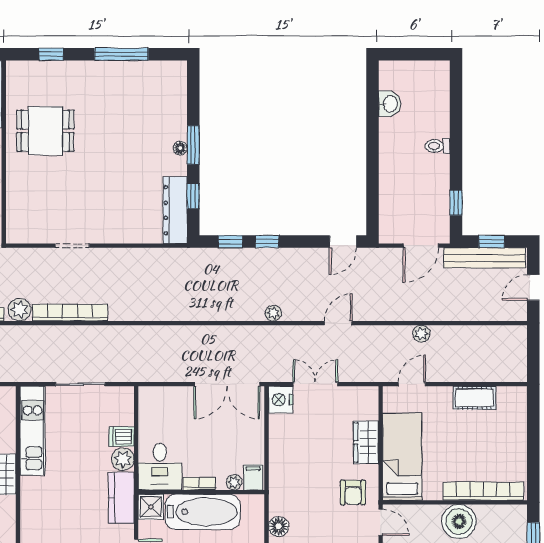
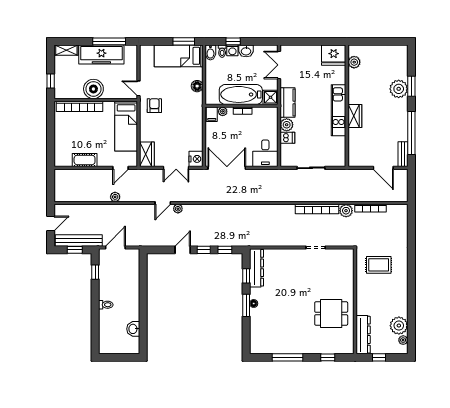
door: (343, 242) -> (183, 250), moved
plant: (273, 313) -> (178, 209), moved
kitchen unit: (33, 431) -> (339, 110), moved
wardrobe: (366, 442) -> (147, 154), moved
desk: (160, 467) -> (265, 153), moved, turned 180

